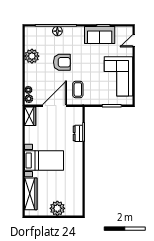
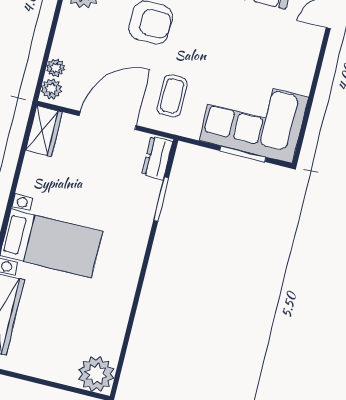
corner sofa: (118, 76) -> (254, 119), moved, turned 90
dresser: (78, 133) -> (157, 158), moved
plant: (57, 208) -> (96, 374), moved

